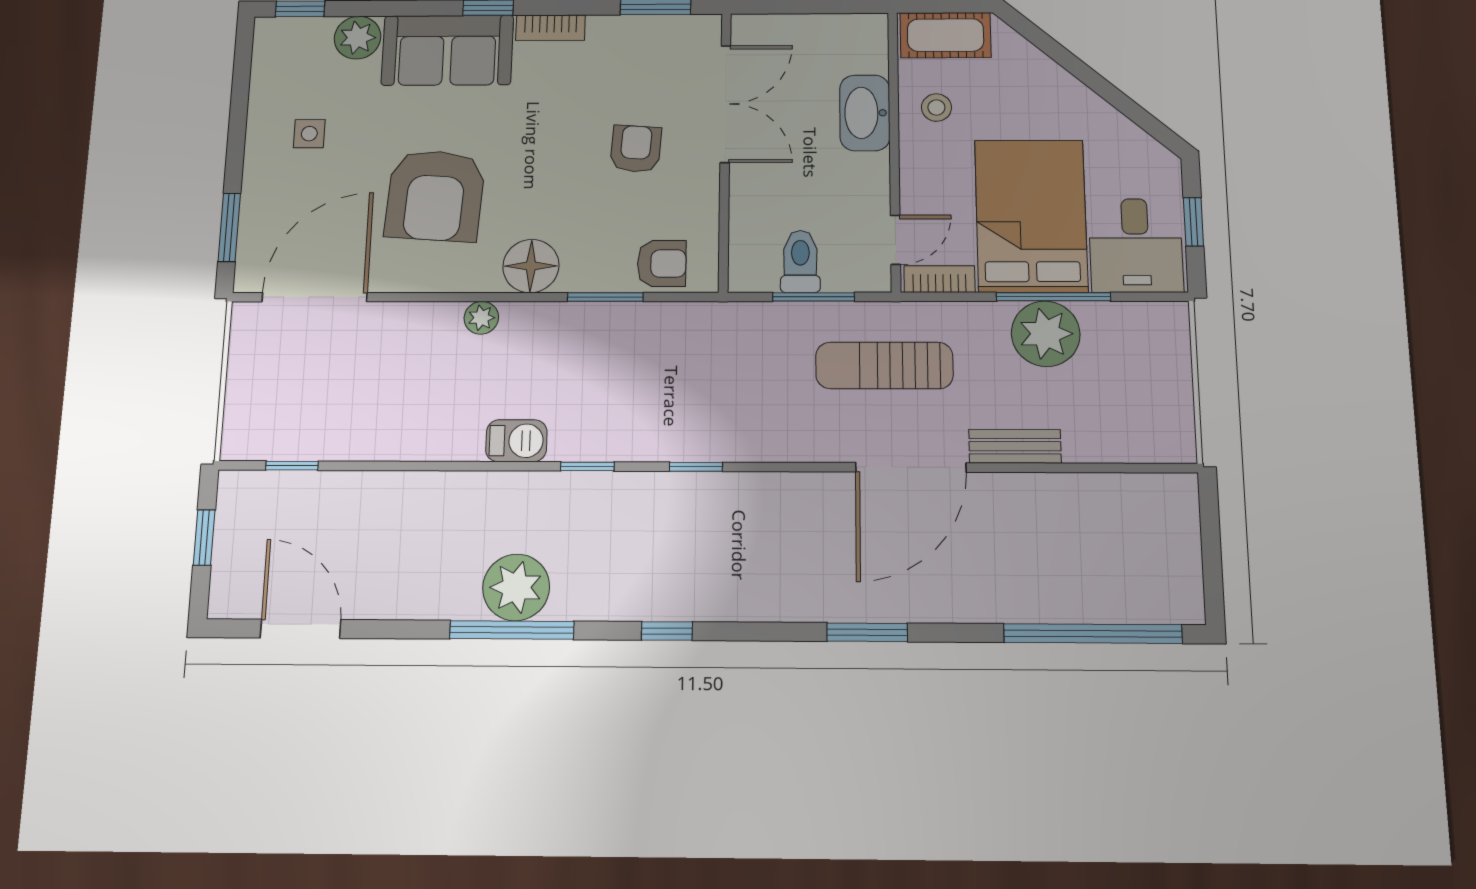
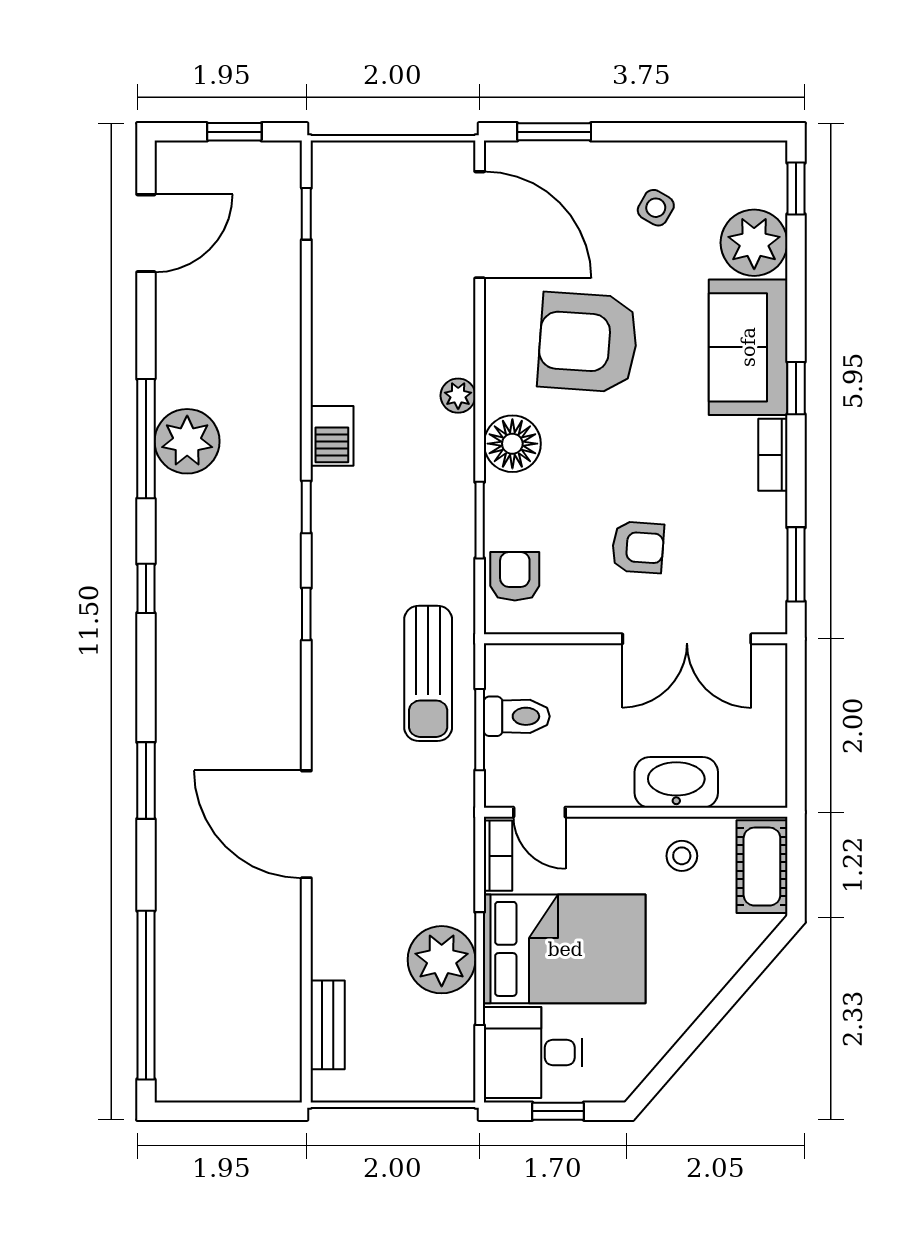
plant: (358, 38) -> (754, 243), width x1.36, depth x1.36
side table: (309, 134) -> (656, 208), turned 30
armchair: (662, 263) -> (515, 576), turned 180
sun lounger: (884, 365) -> (428, 673), moved, turned 180
bench: (1015, 446) -> (328, 1025), moved

